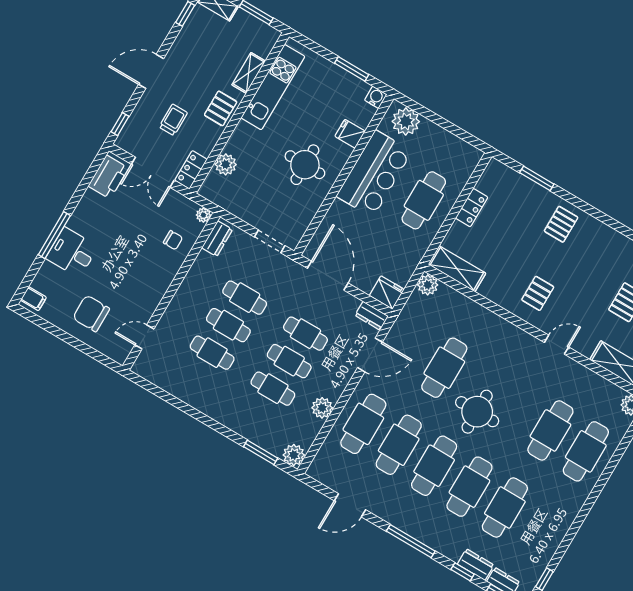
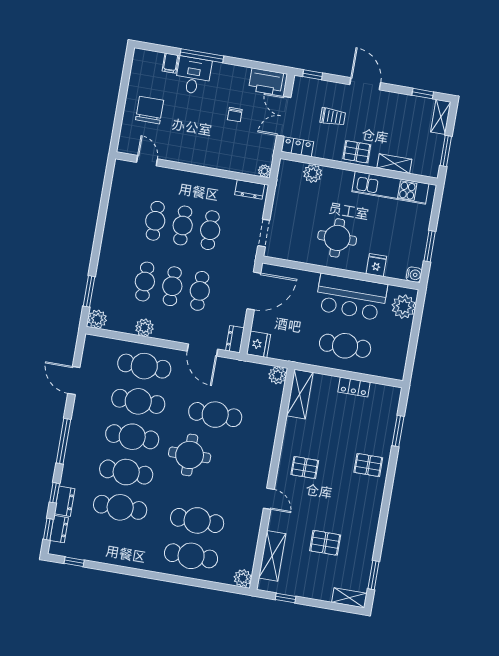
chair: (173, 240) -> (235, 115), moved
filing cabinet: (33, 299) -> (170, 63), moved

